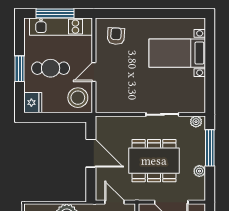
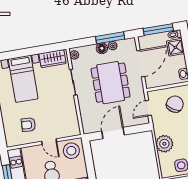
armchair: (116, 36) -> (28, 125), moved
wardrobe: (196, 94) -> (52, 59), added
window: (210, 148) -> (110, 38), moved
floor lamp: (198, 157) -> (102, 48), added

